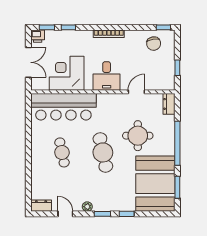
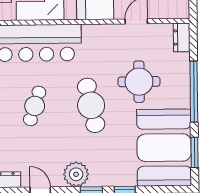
cafe table: (62, 152) -> (35, 106), turned 30
plant: (87, 207) -> (76, 174), width x1.88, depth x1.88

